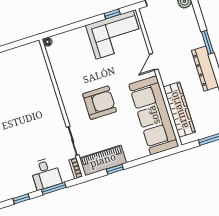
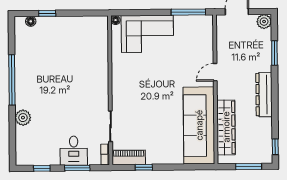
window: (112, 14) -> (188, 12), width x2.17
corner sofa: (115, 35) -> (147, 34), moved
window: (208, 42) -> (274, 53), moved
armchair: (99, 103) -> (149, 96), removed
piano: (103, 160) -> (129, 157), width x0.73, depth x0.75

